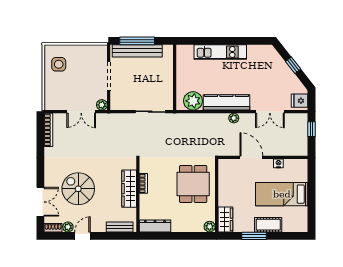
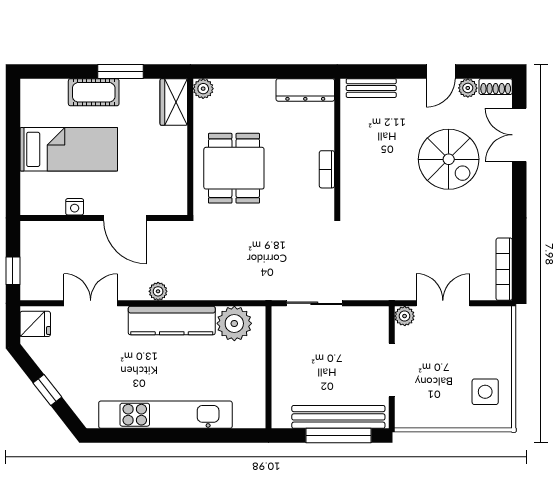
kitchen unit: (220, 52) -> (165, 415), width x1.36
wardrobe: (129, 189) -> (354, 160), removed

